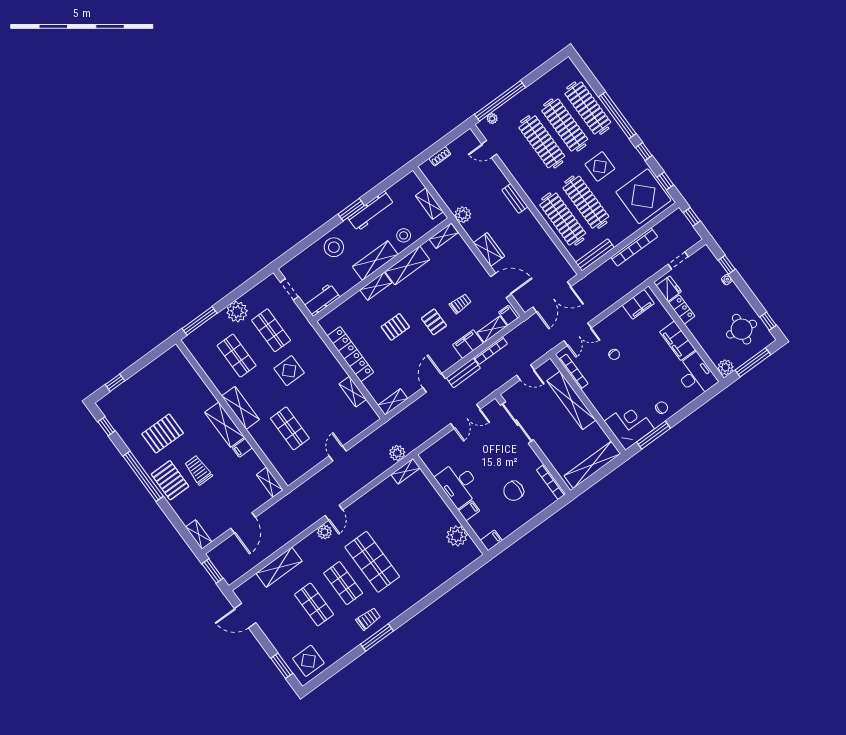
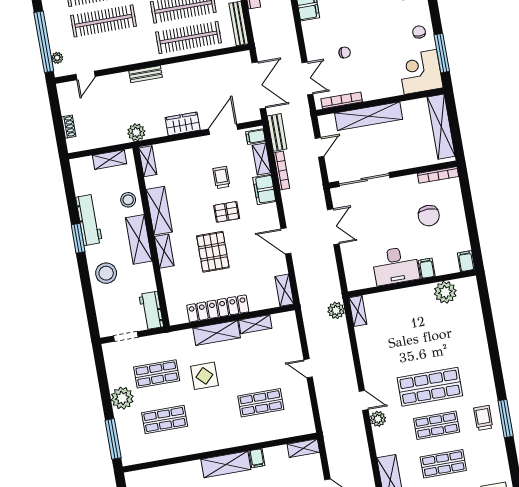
pallet: (395, 327) -> (213, 252), width x1.50, depth x1.42
bench: (463, 373) -> (277, 132), moved
shelving: (240, 408) -> (217, 333), moved

